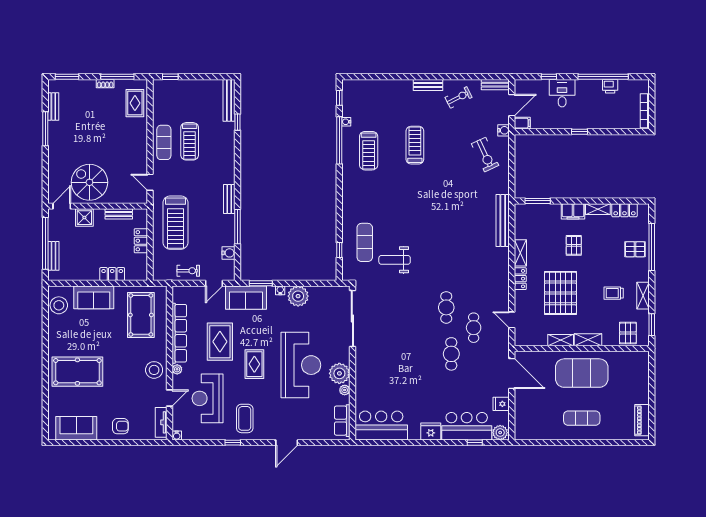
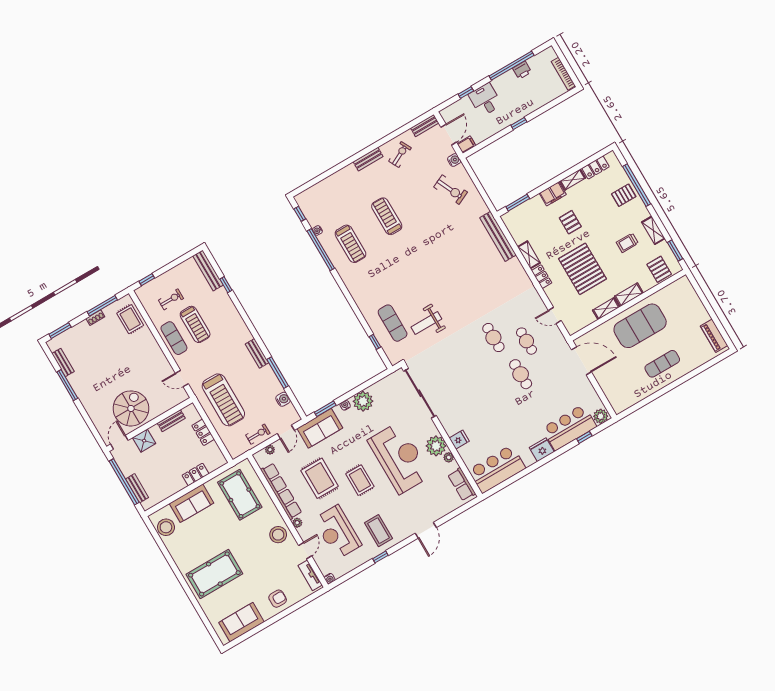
exercise bike: (181, 107) -> (171, 299), added
spiral stairs: (89, 182) -> (131, 408), turned 90
plant: (191, 291) -> (270, 450), added
fridge: (501, 404) -> (459, 440), moved, turned 180

